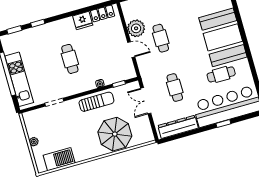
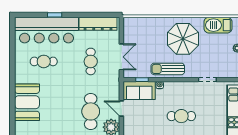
booth: (223, 37) -> (27, 102), width x0.73, depth x0.70
cafe table: (161, 38) -> (91, 111), width x1.37, depth x1.35
cafe table: (70, 59) -> (181, 116), turned 90
sofa: (119, 72) -> (139, 91), added
parasol: (115, 134) -> (183, 39), moved

